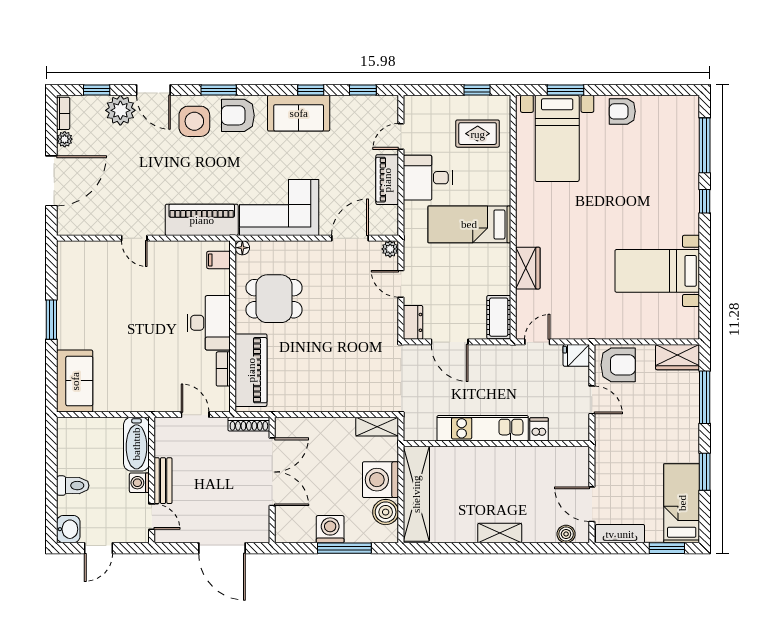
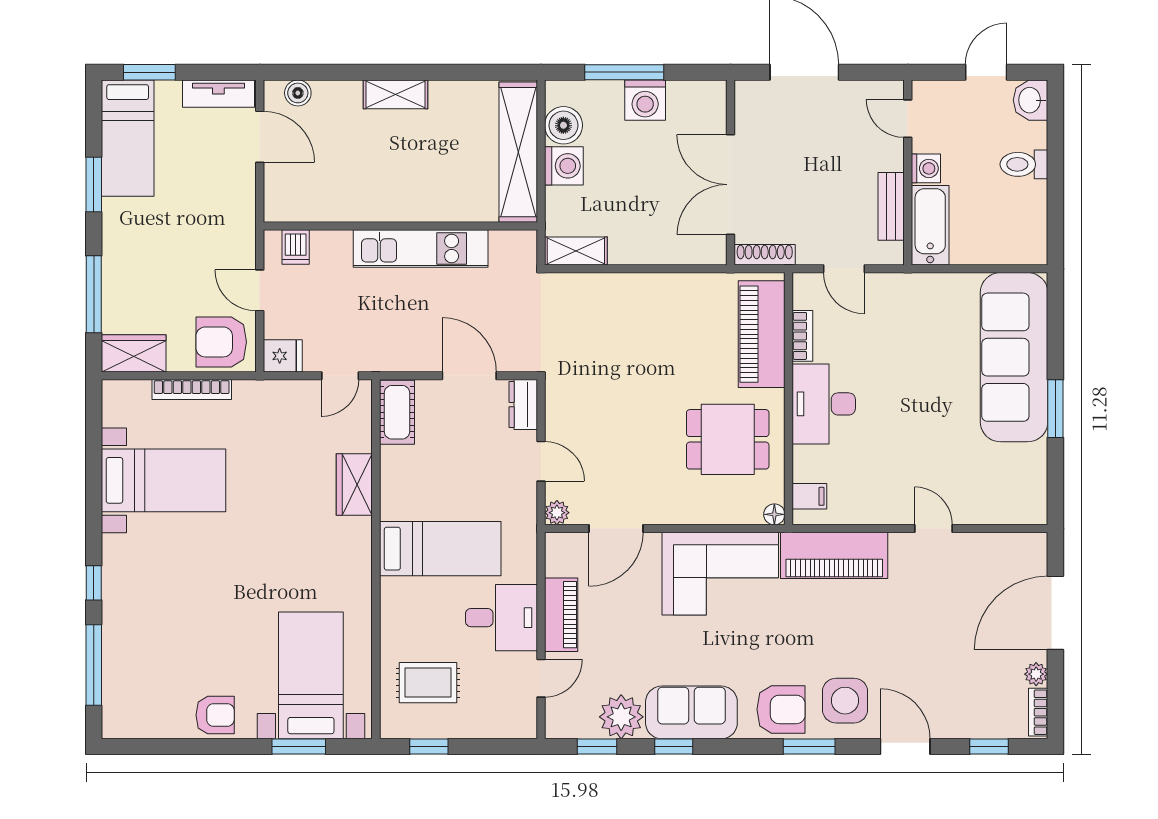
plant: (120, 110) -> (621, 717), moved
bookcase: (638, 333) -> (192, 390), added
sofa: (75, 381) -> (1014, 357), width x1.85, depth x1.27
dishwasher: (539, 429) -> (296, 247), moved
washing machine: (380, 480) -> (564, 166), width x0.73, depth x0.73
bench: (163, 481) -> (891, 206), moved

